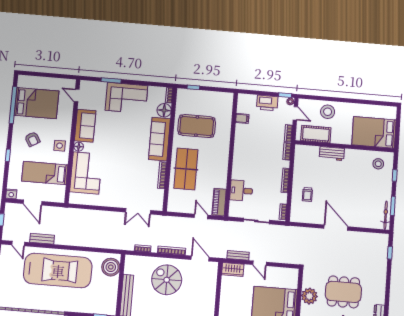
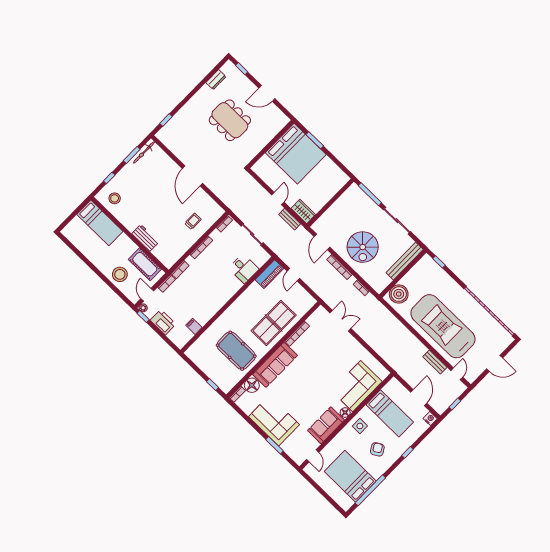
bed: (374, 132) -> (100, 223), width x0.67
plant: (309, 296) -> (260, 140), removed

